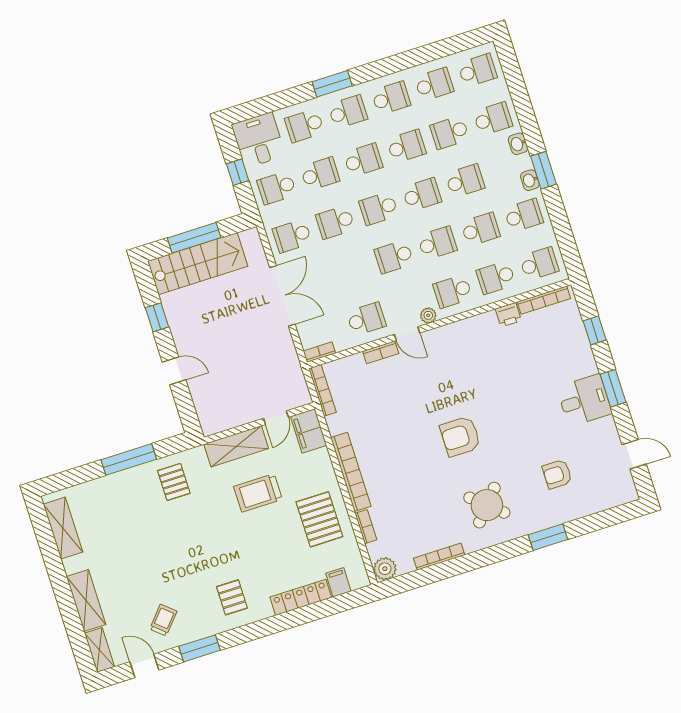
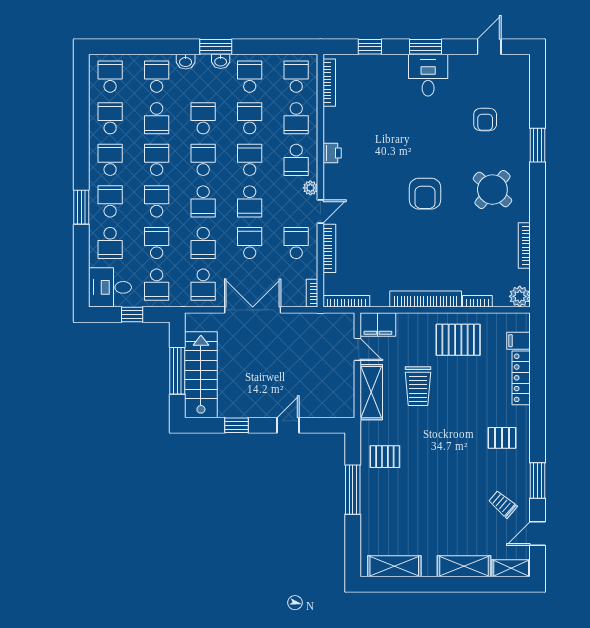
school desk: (351, 271) -> (250, 243), added
printer: (508, 315) -> (332, 153), moved
bookcase: (381, 352) -> (329, 248), width x1.56

